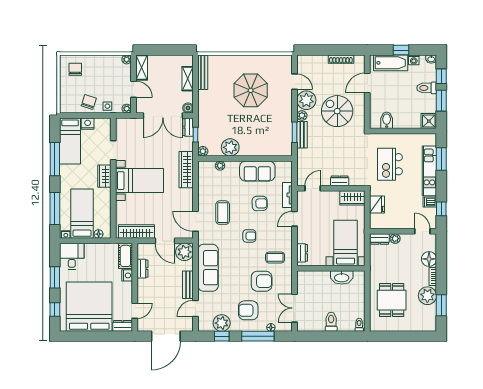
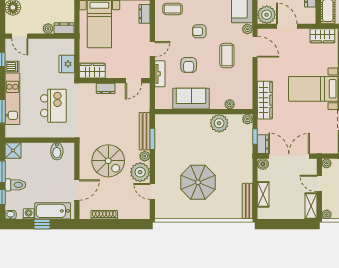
bench: (302, 135) -> (145, 131), width x1.36
armchair: (260, 203) -> (189, 65), turned -88
wardrobe: (137, 232) -> (322, 36), width x0.67
plant: (203, 238) -> (247, 29), added

